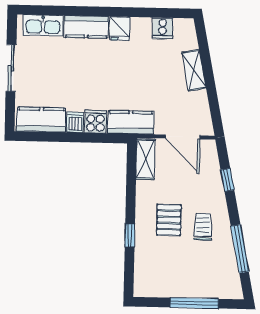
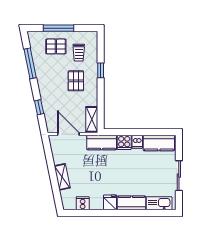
trolley: (203, 227) -> (79, 53), moved
pallet: (199, 274) -> (56, 46), added

